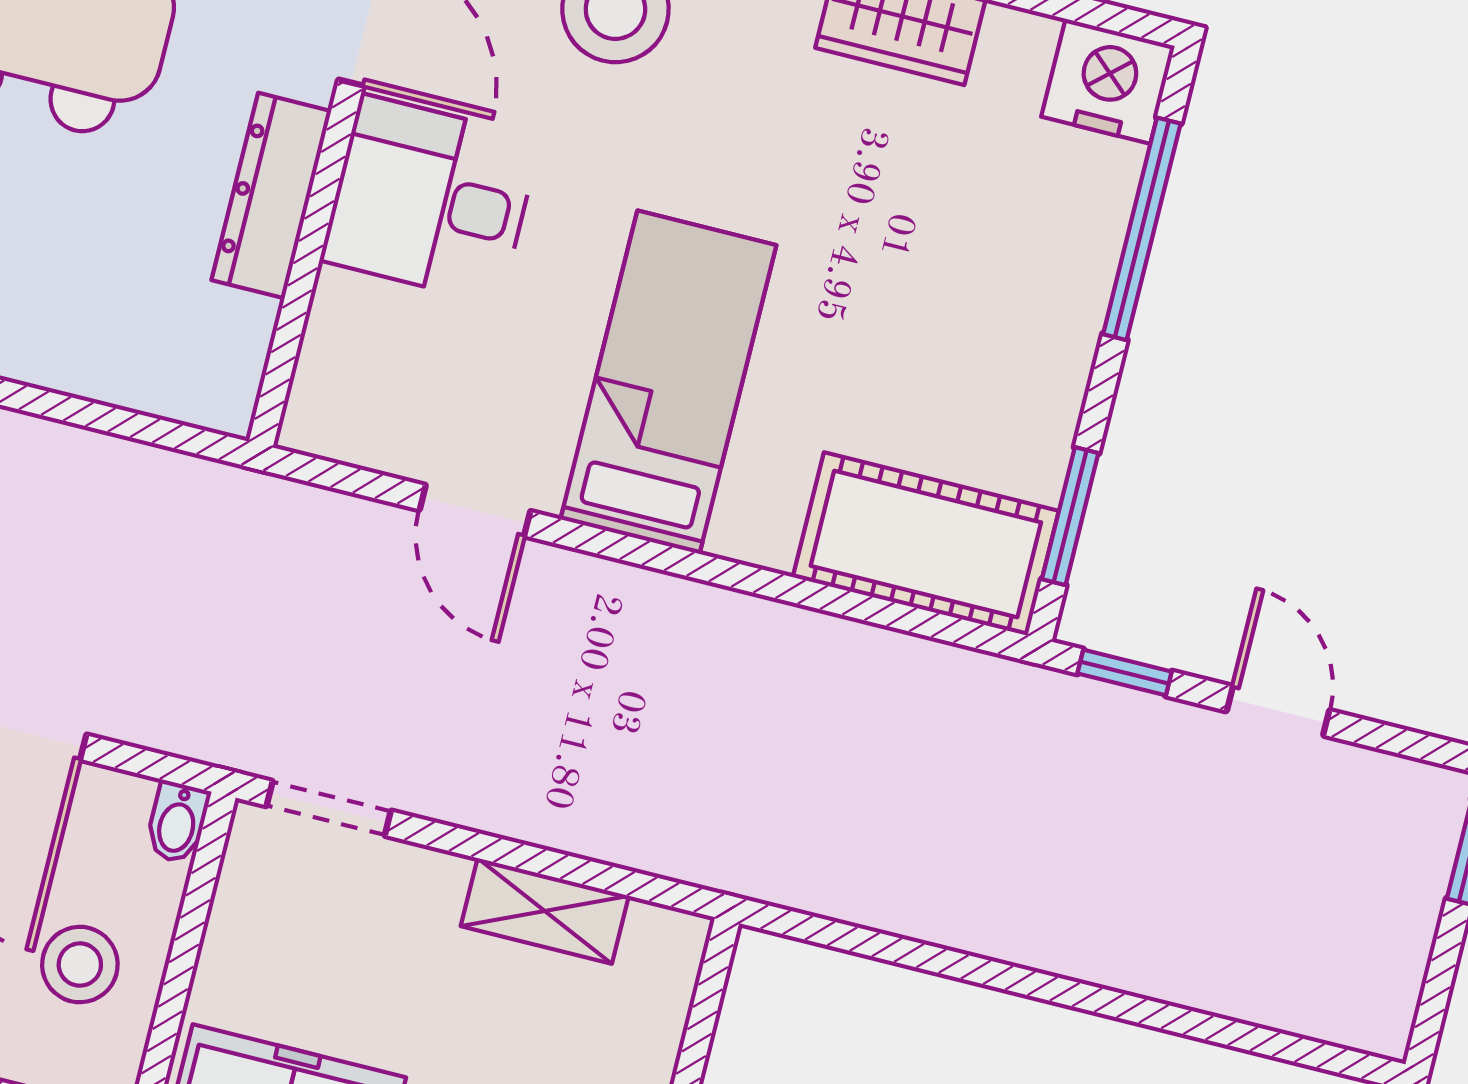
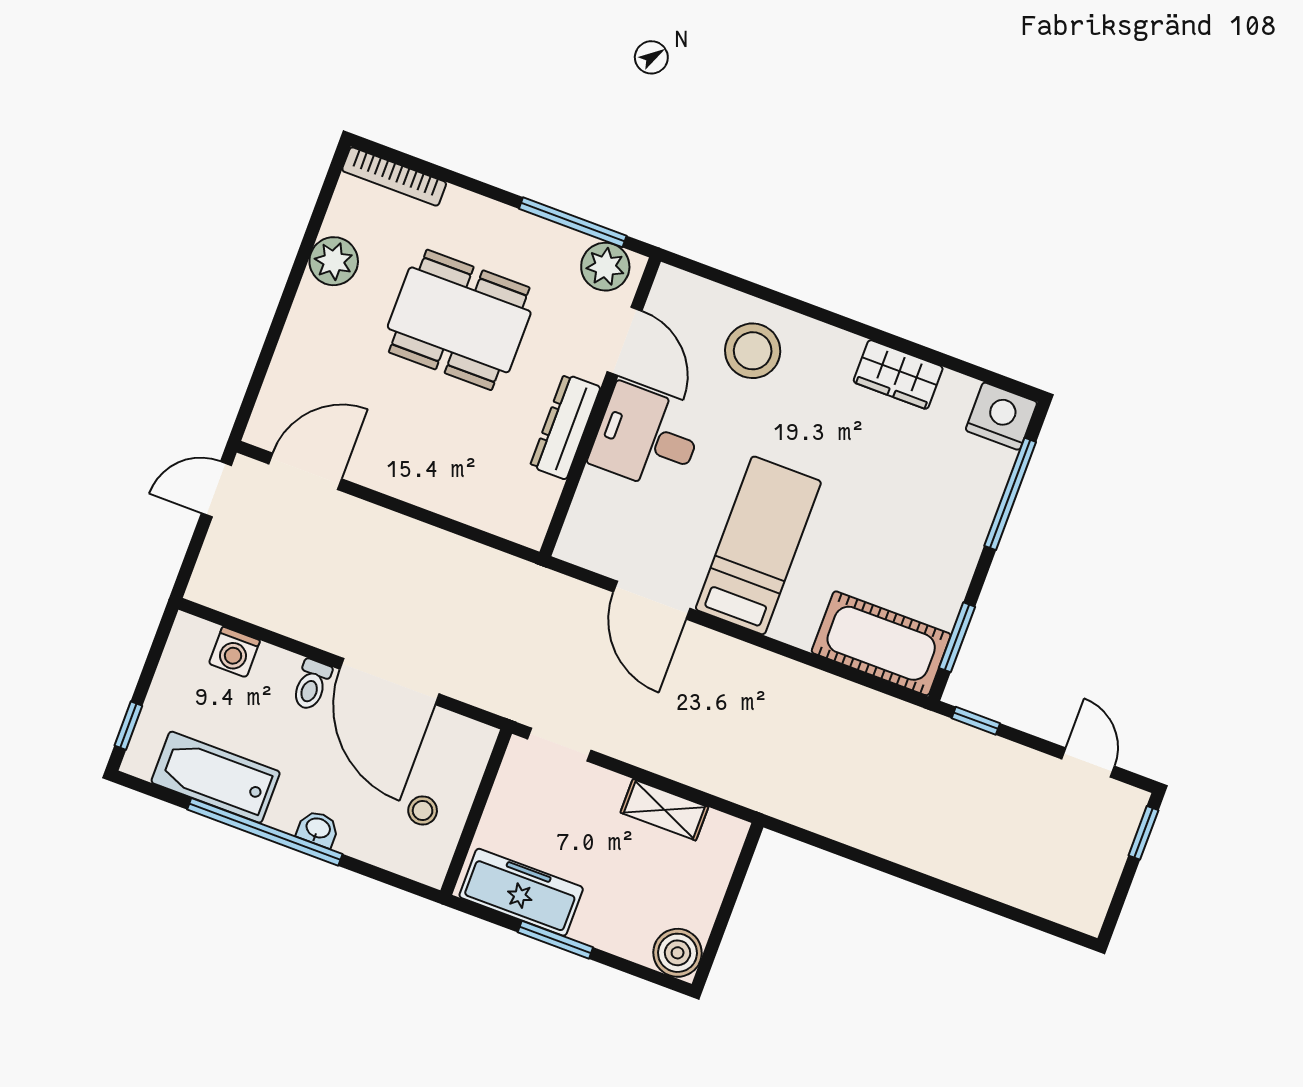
door: (475, 511) -> (652, 600), width x1.38
door: (1278, 711) -> (1088, 763), moved
bidet: (177, 822) -> (481, 743), removed
stool: (80, 965) -> (423, 810), width x0.73, depth x0.73

